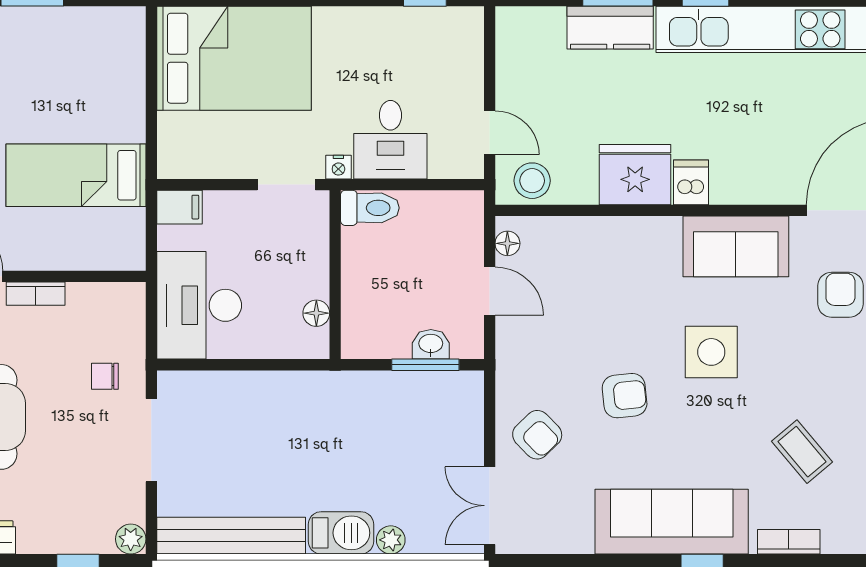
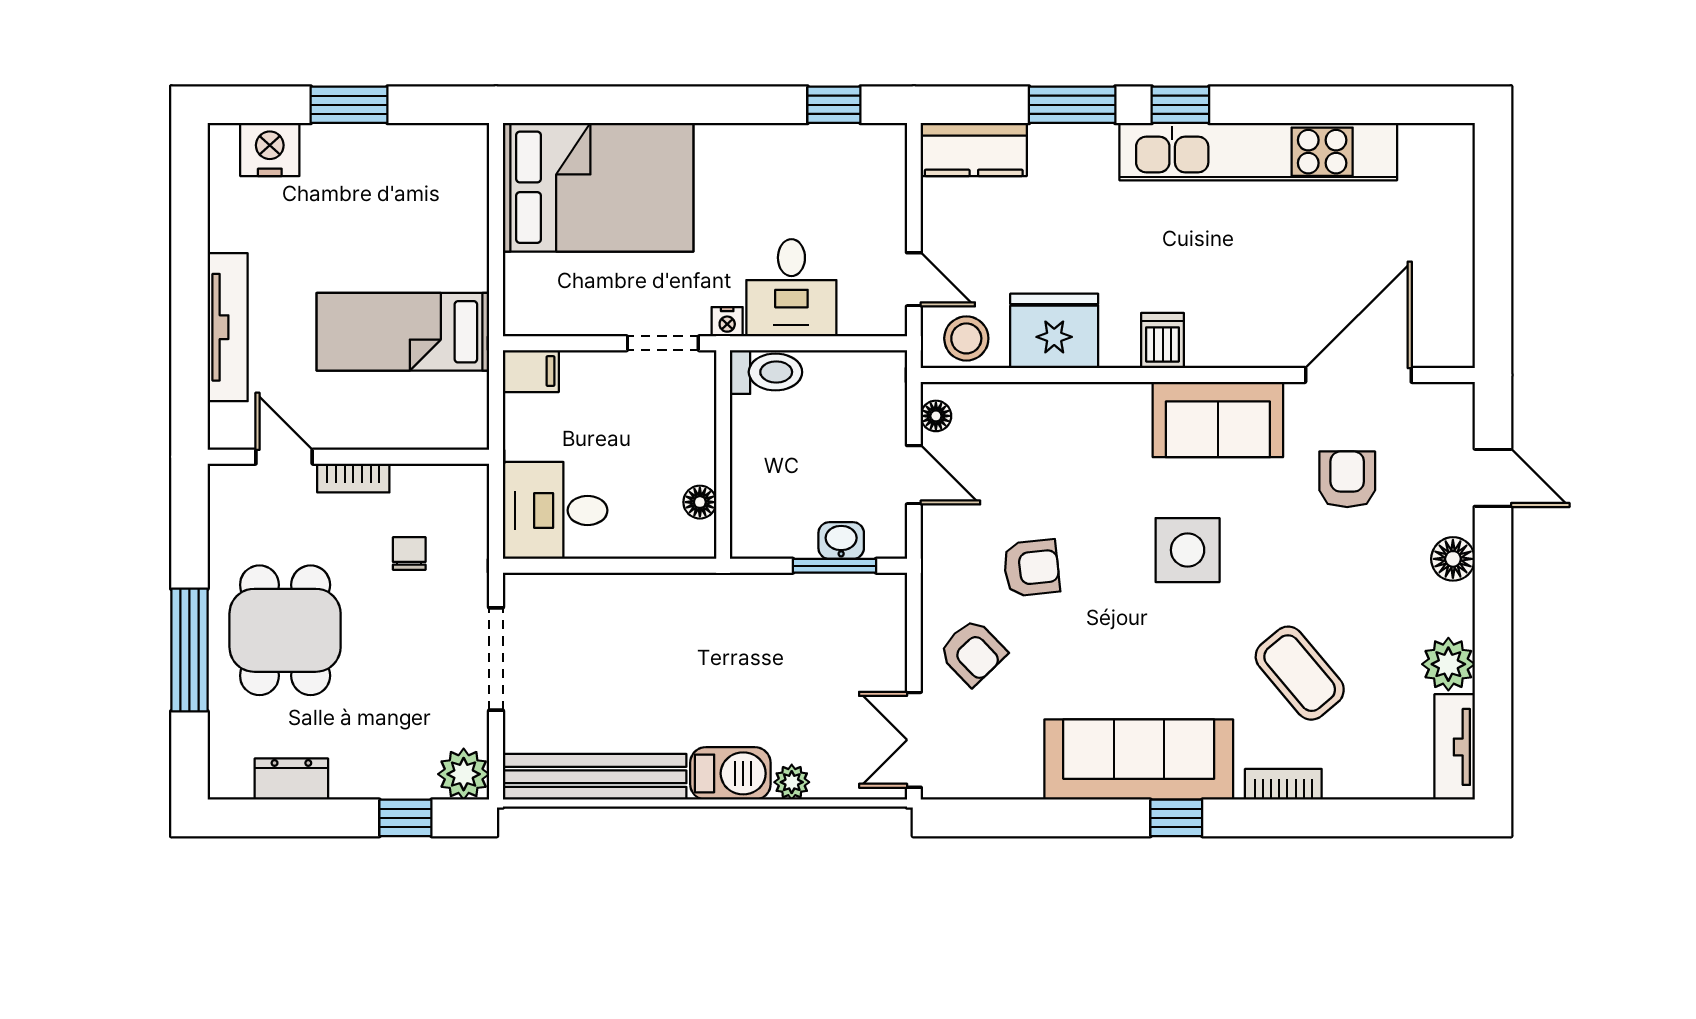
kitchen counter: (610, 28) -> (974, 150), moved
fridge: (635, 175) -> (1054, 331), moved
desk: (199, 305) -> (555, 510), width x0.73
chair: (105, 376) -> (409, 553), moved, turned 90
armchair: (625, 396) -> (1031, 568), moved
coffee table: (802, 452) -> (1300, 673), width x1.36, depth x1.30
plant: (131, 539) -> (464, 774), width x1.38, depth x1.38

